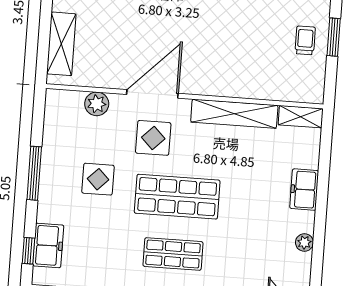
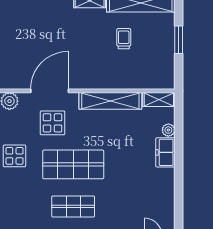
trolley: (305, 40) -> (124, 39), moved
plant: (304, 243) -> (168, 130), moved

